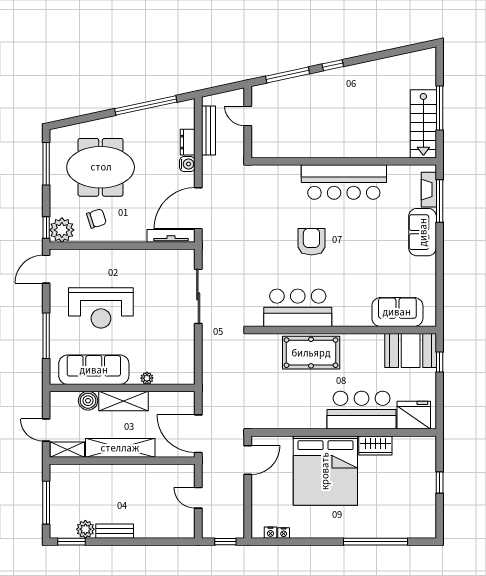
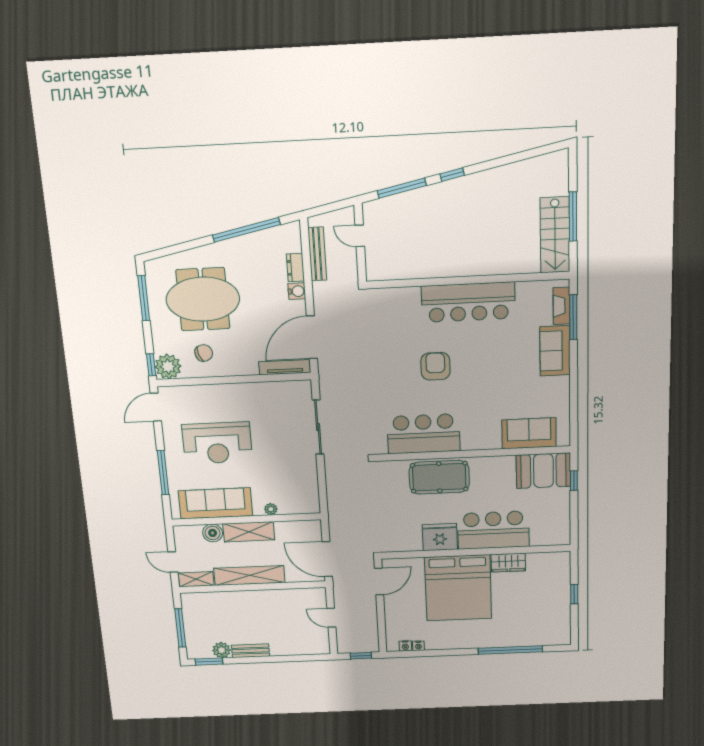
fridge: (414, 415) -> (440, 537), moved

